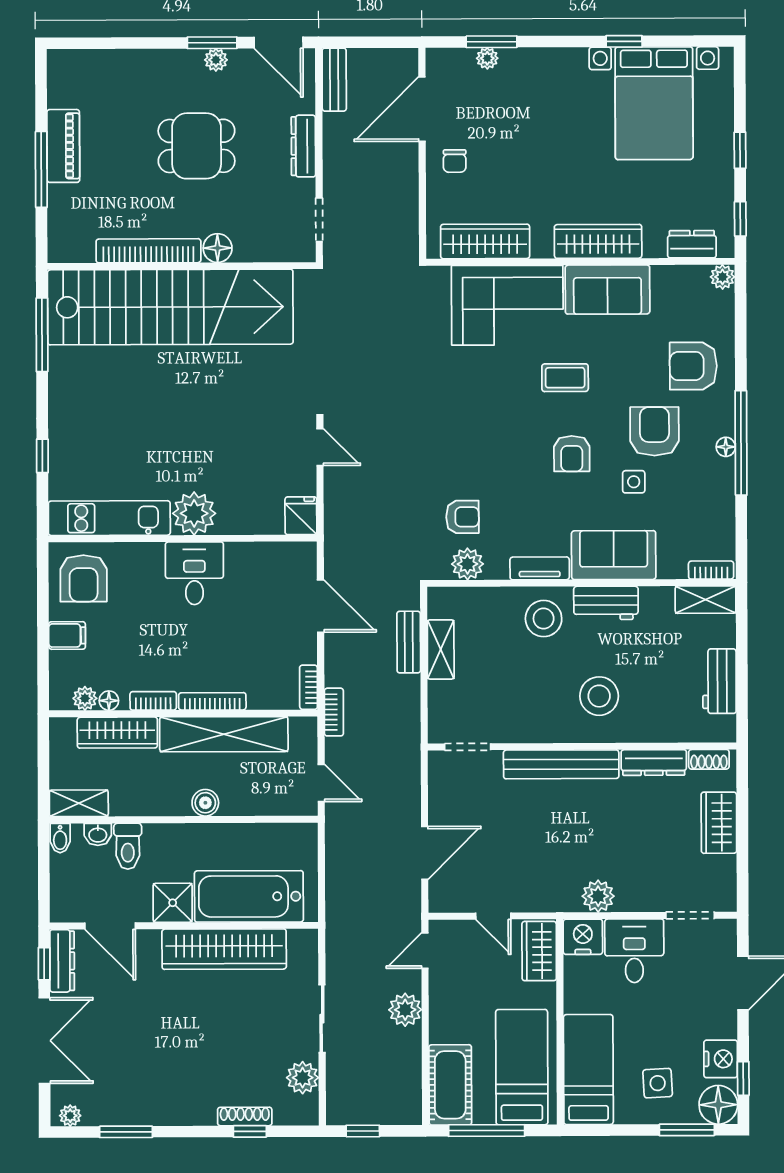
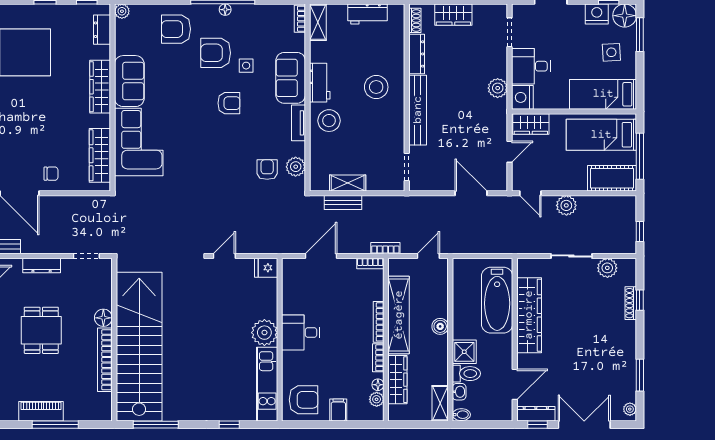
armchair: (693, 366) -> (176, 29), turned 90
coffee table: (565, 378) -> (183, 107), removed
shower: (173, 903) -> (464, 352), moved

